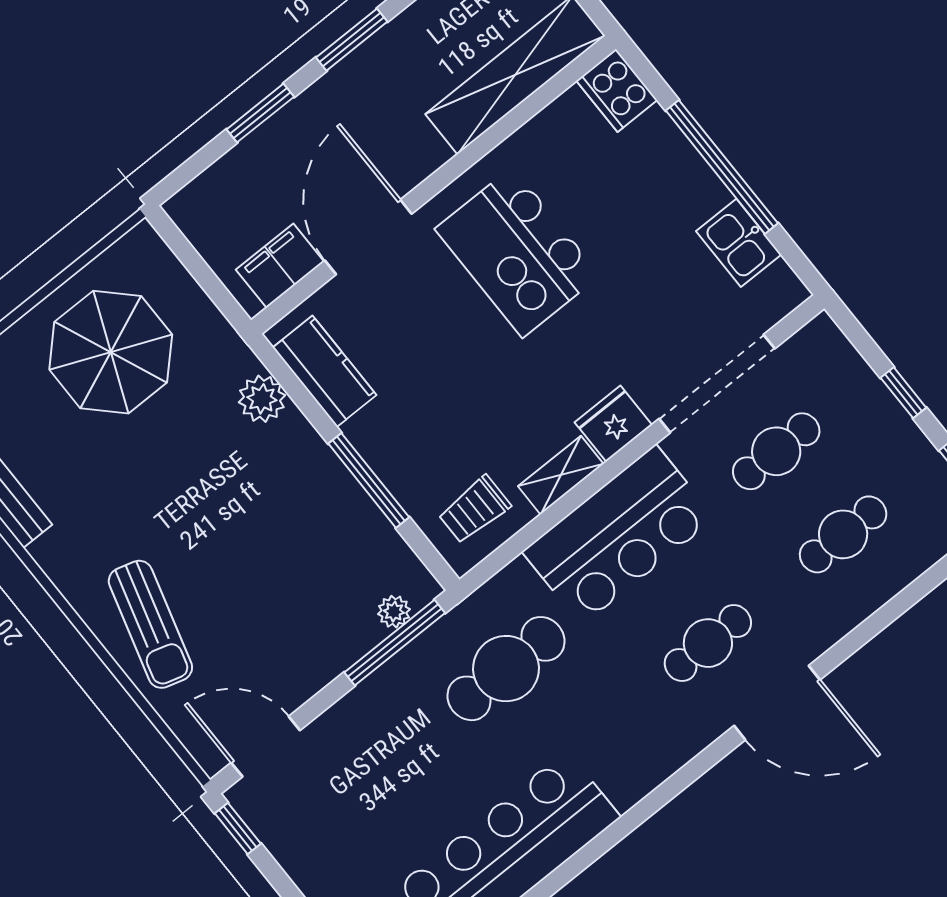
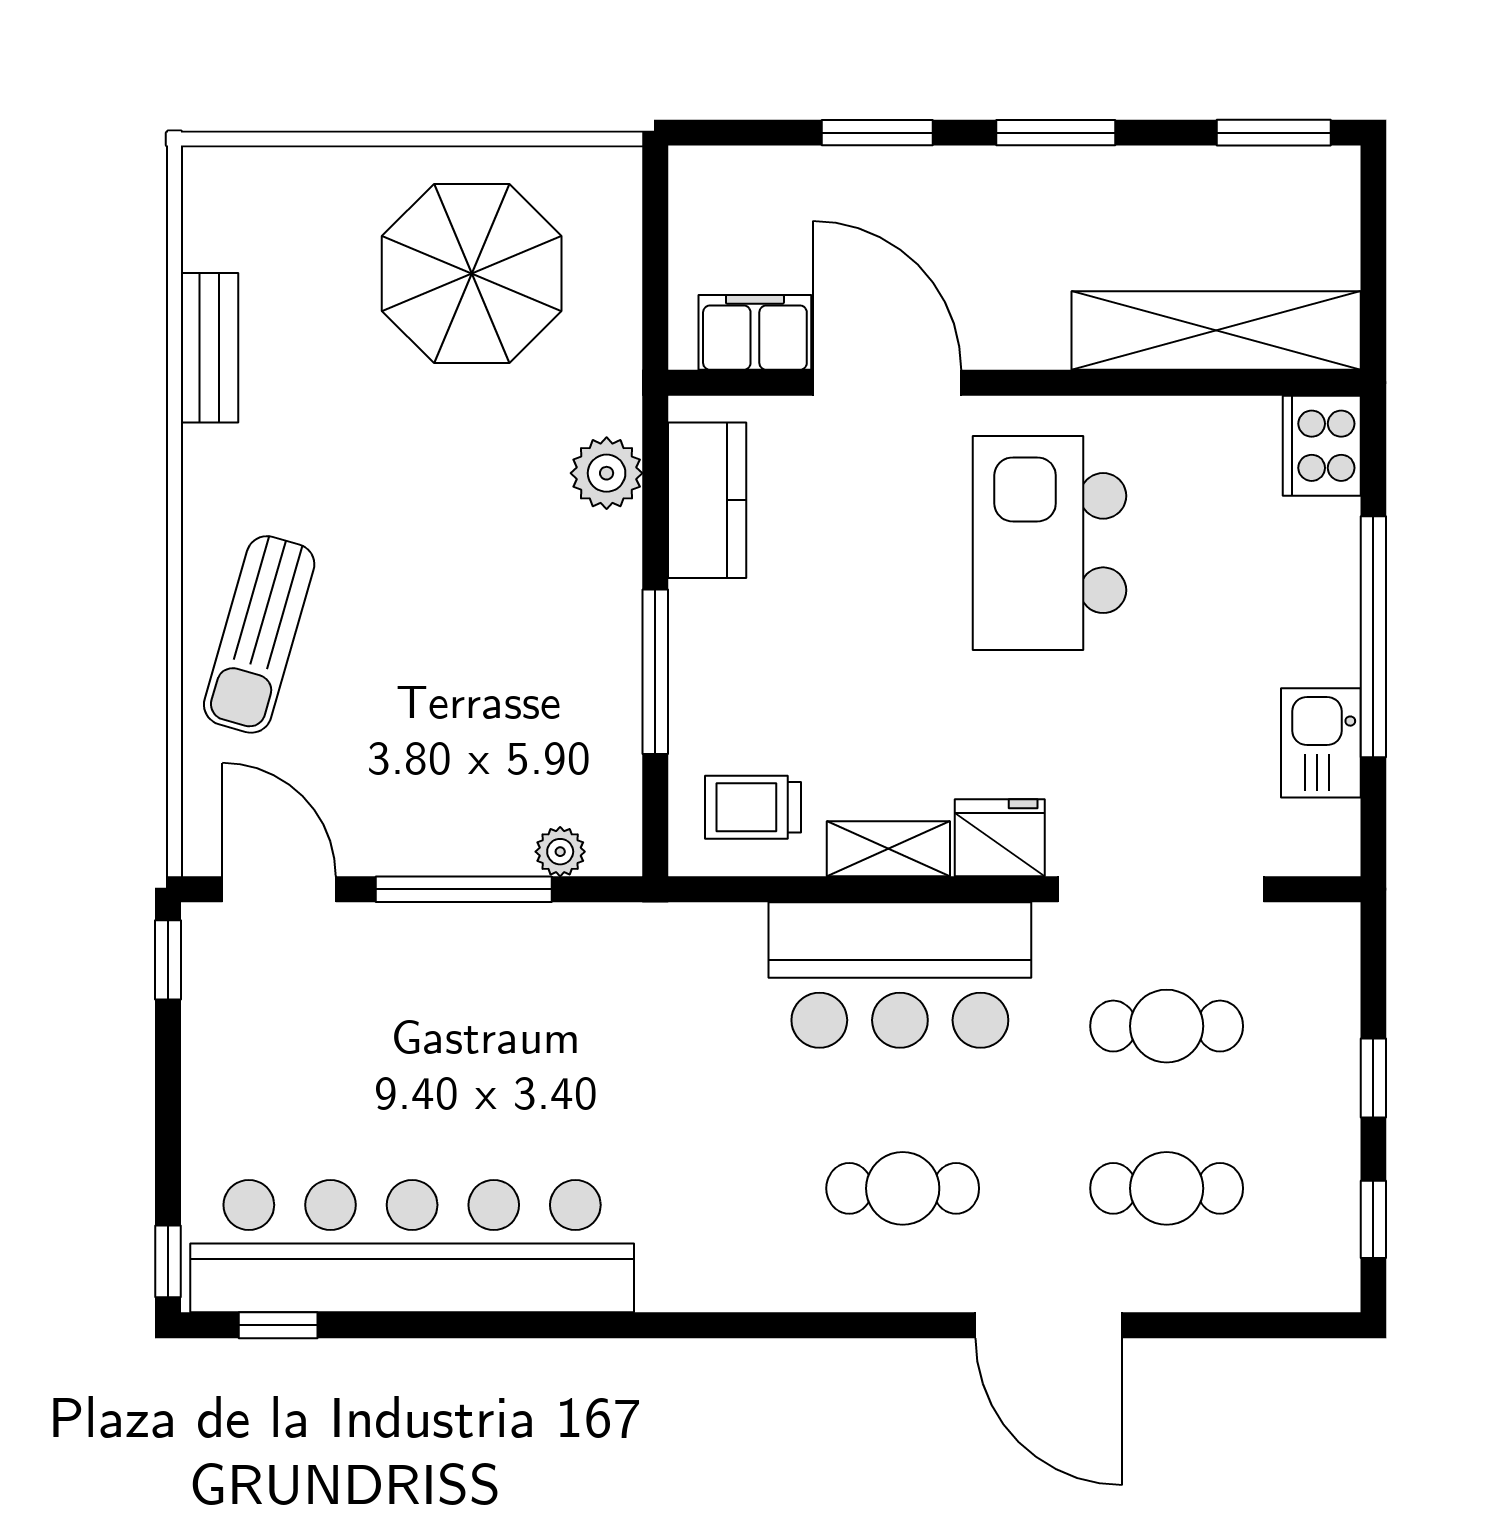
door: (368, 237) -> (887, 383), hinge flipped
window: (395, 643) -> (464, 889), moved
cafe table: (506, 669) -> (639, 1026), removed
door: (777, 703) -> (1049, 1325), moved

